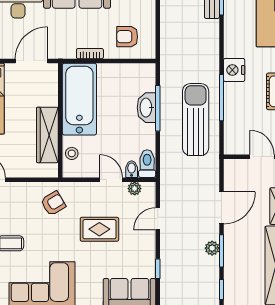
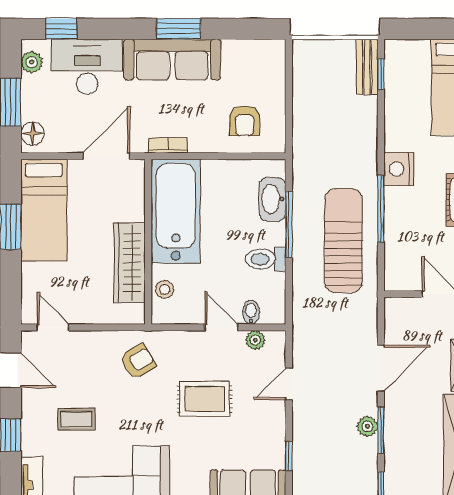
armchair: (127, 37) -> (245, 121), turned -90
bookcase: (90, 54) -> (168, 145), moved
washbasin: (146, 108) -> (272, 199), moved
toilet: (147, 164) -> (266, 259), moved, turned -90

